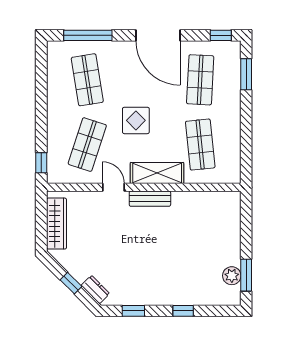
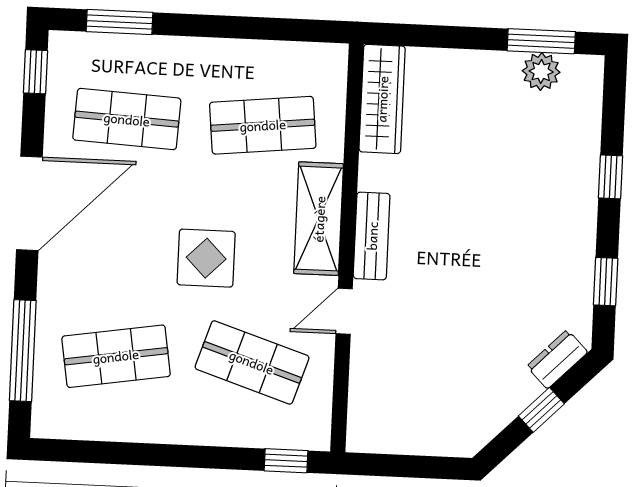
wardrobe: (56, 224) -> (382, 99), moved, turned 90

